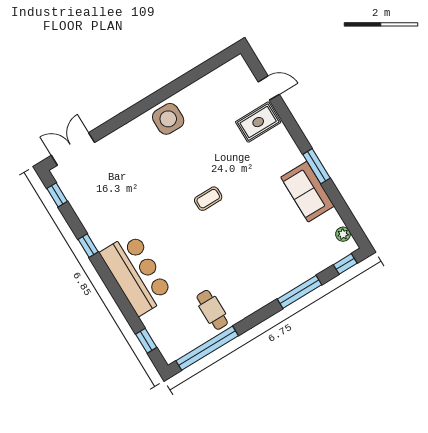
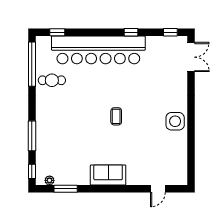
rug: (258, 122) -> (142, 171), removed
window: (316, 166) -> (66, 189), moved
sofa: (308, 192) -> (108, 175), moved
bar counter: (137, 274) -> (98, 50), width x1.86

